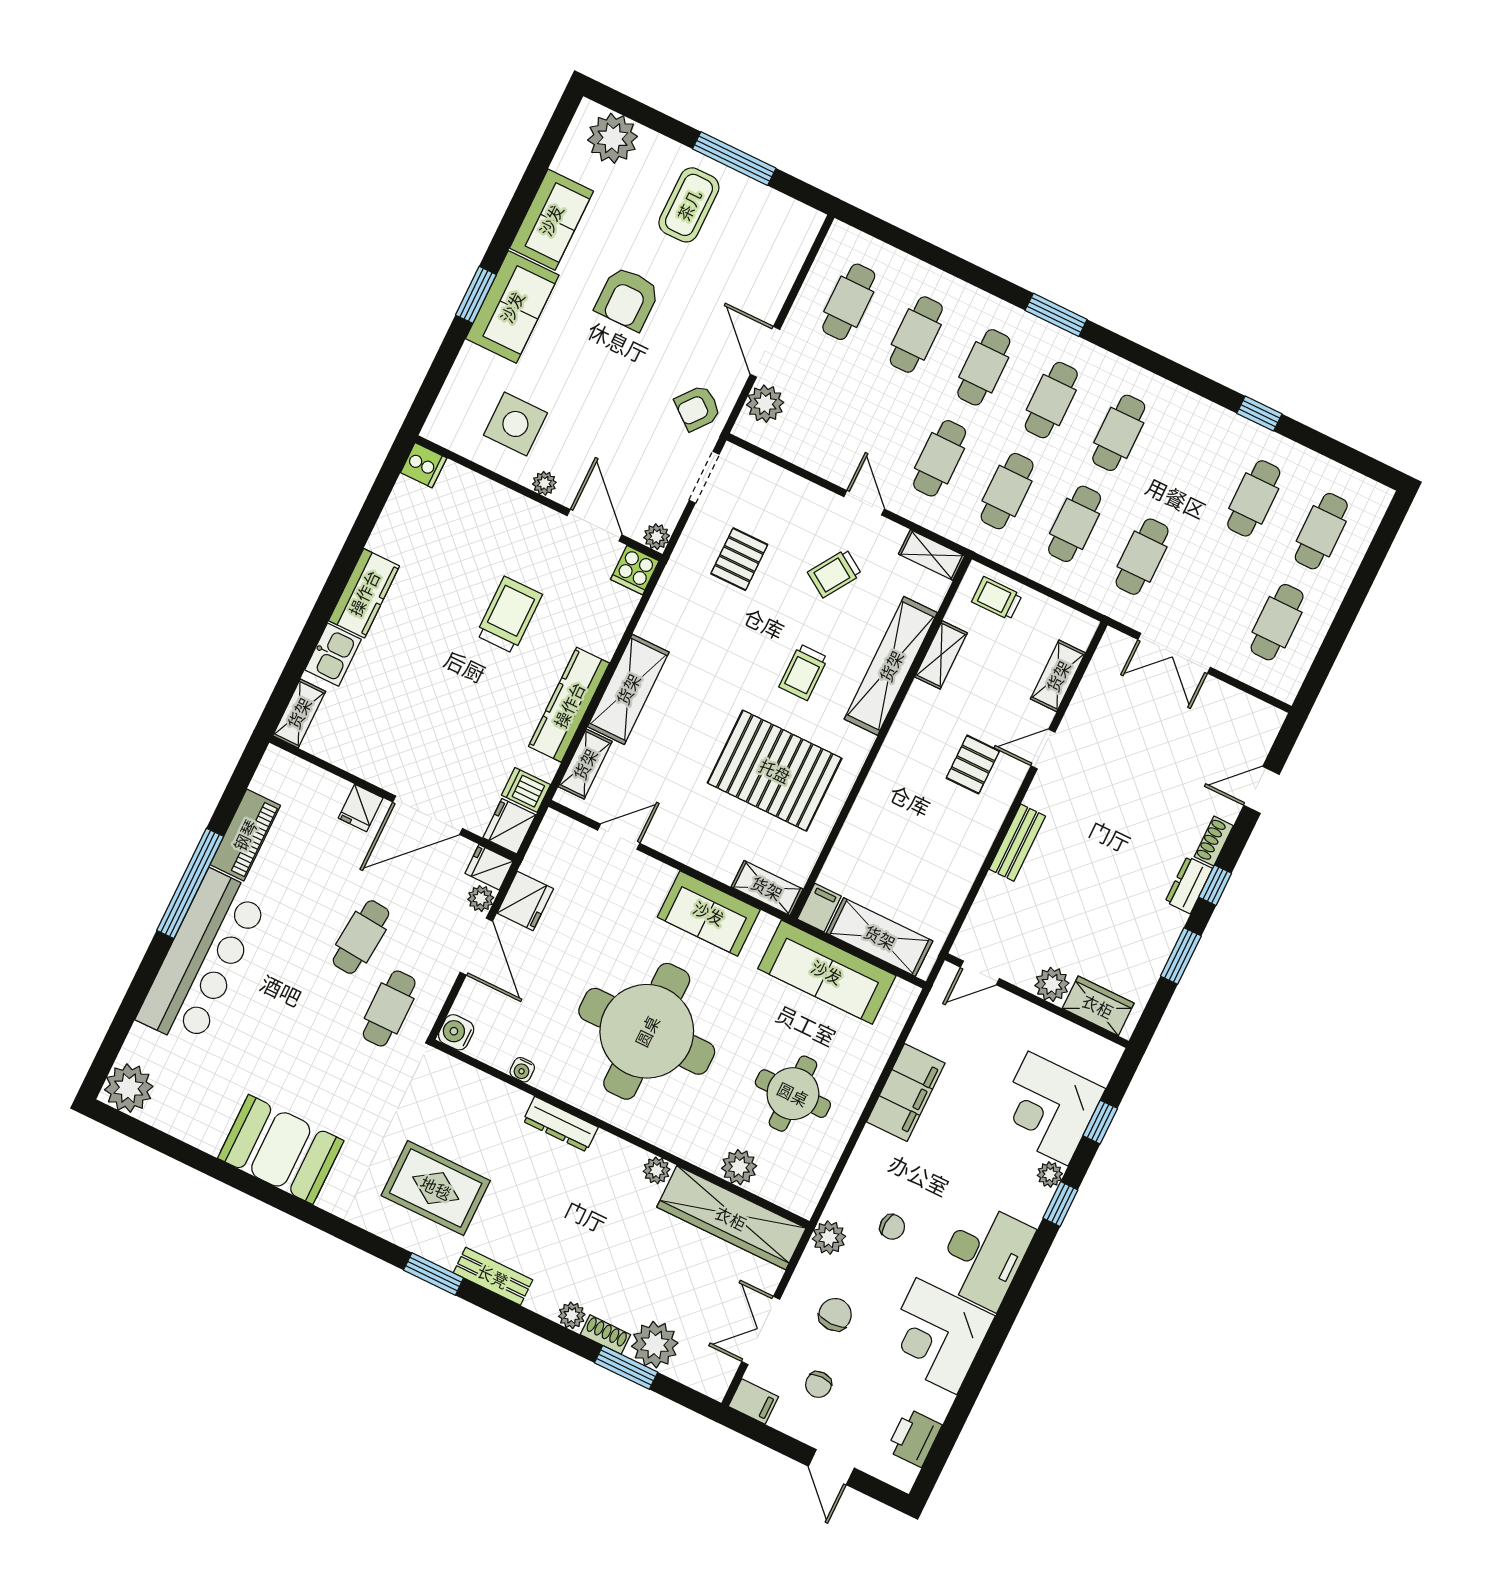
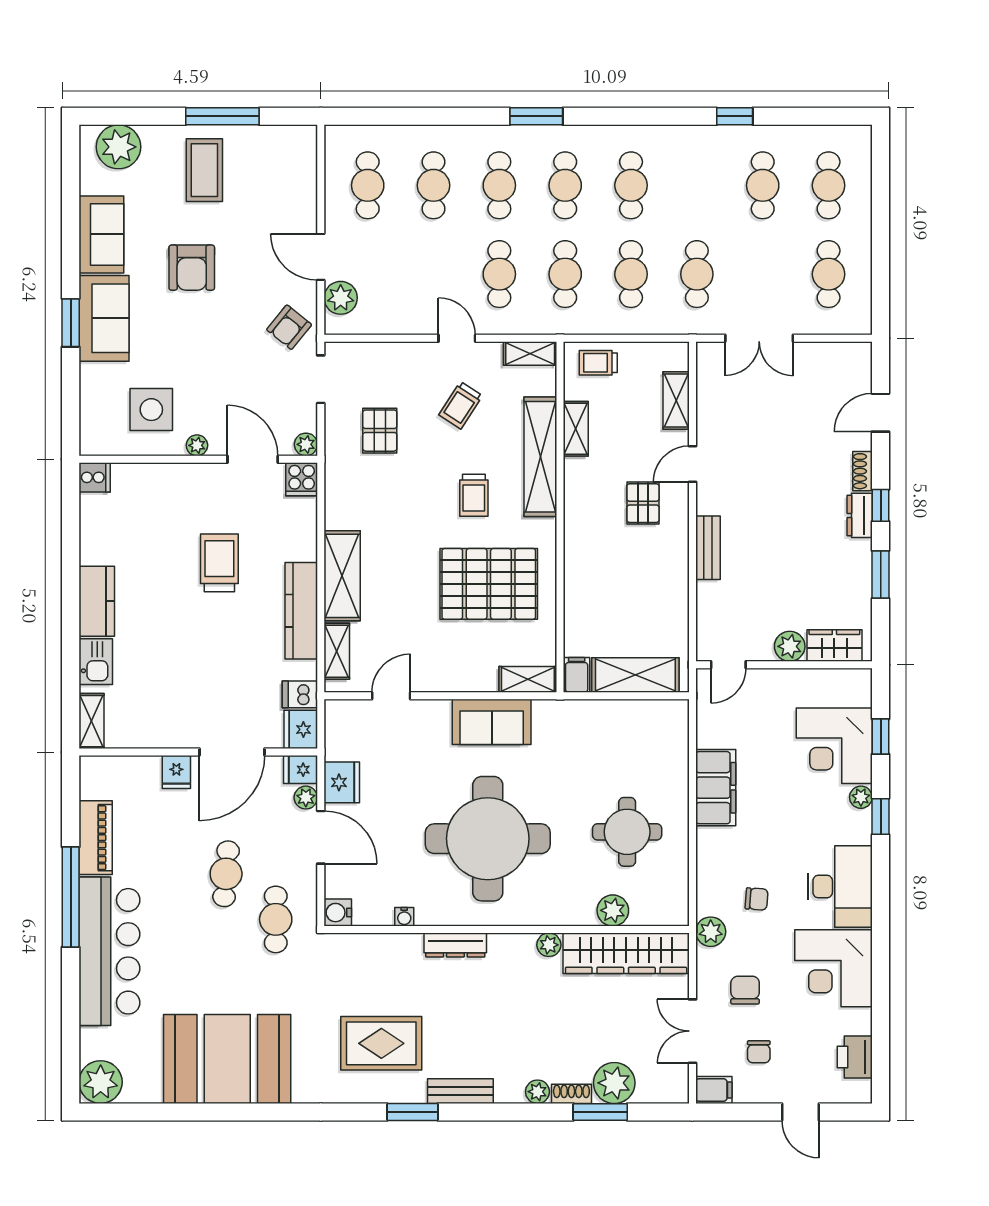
sofa: (827, 972) -> (607, 723), removed
booth: (281, 1149) -> (227, 1059), width x1.36, depth x1.42

